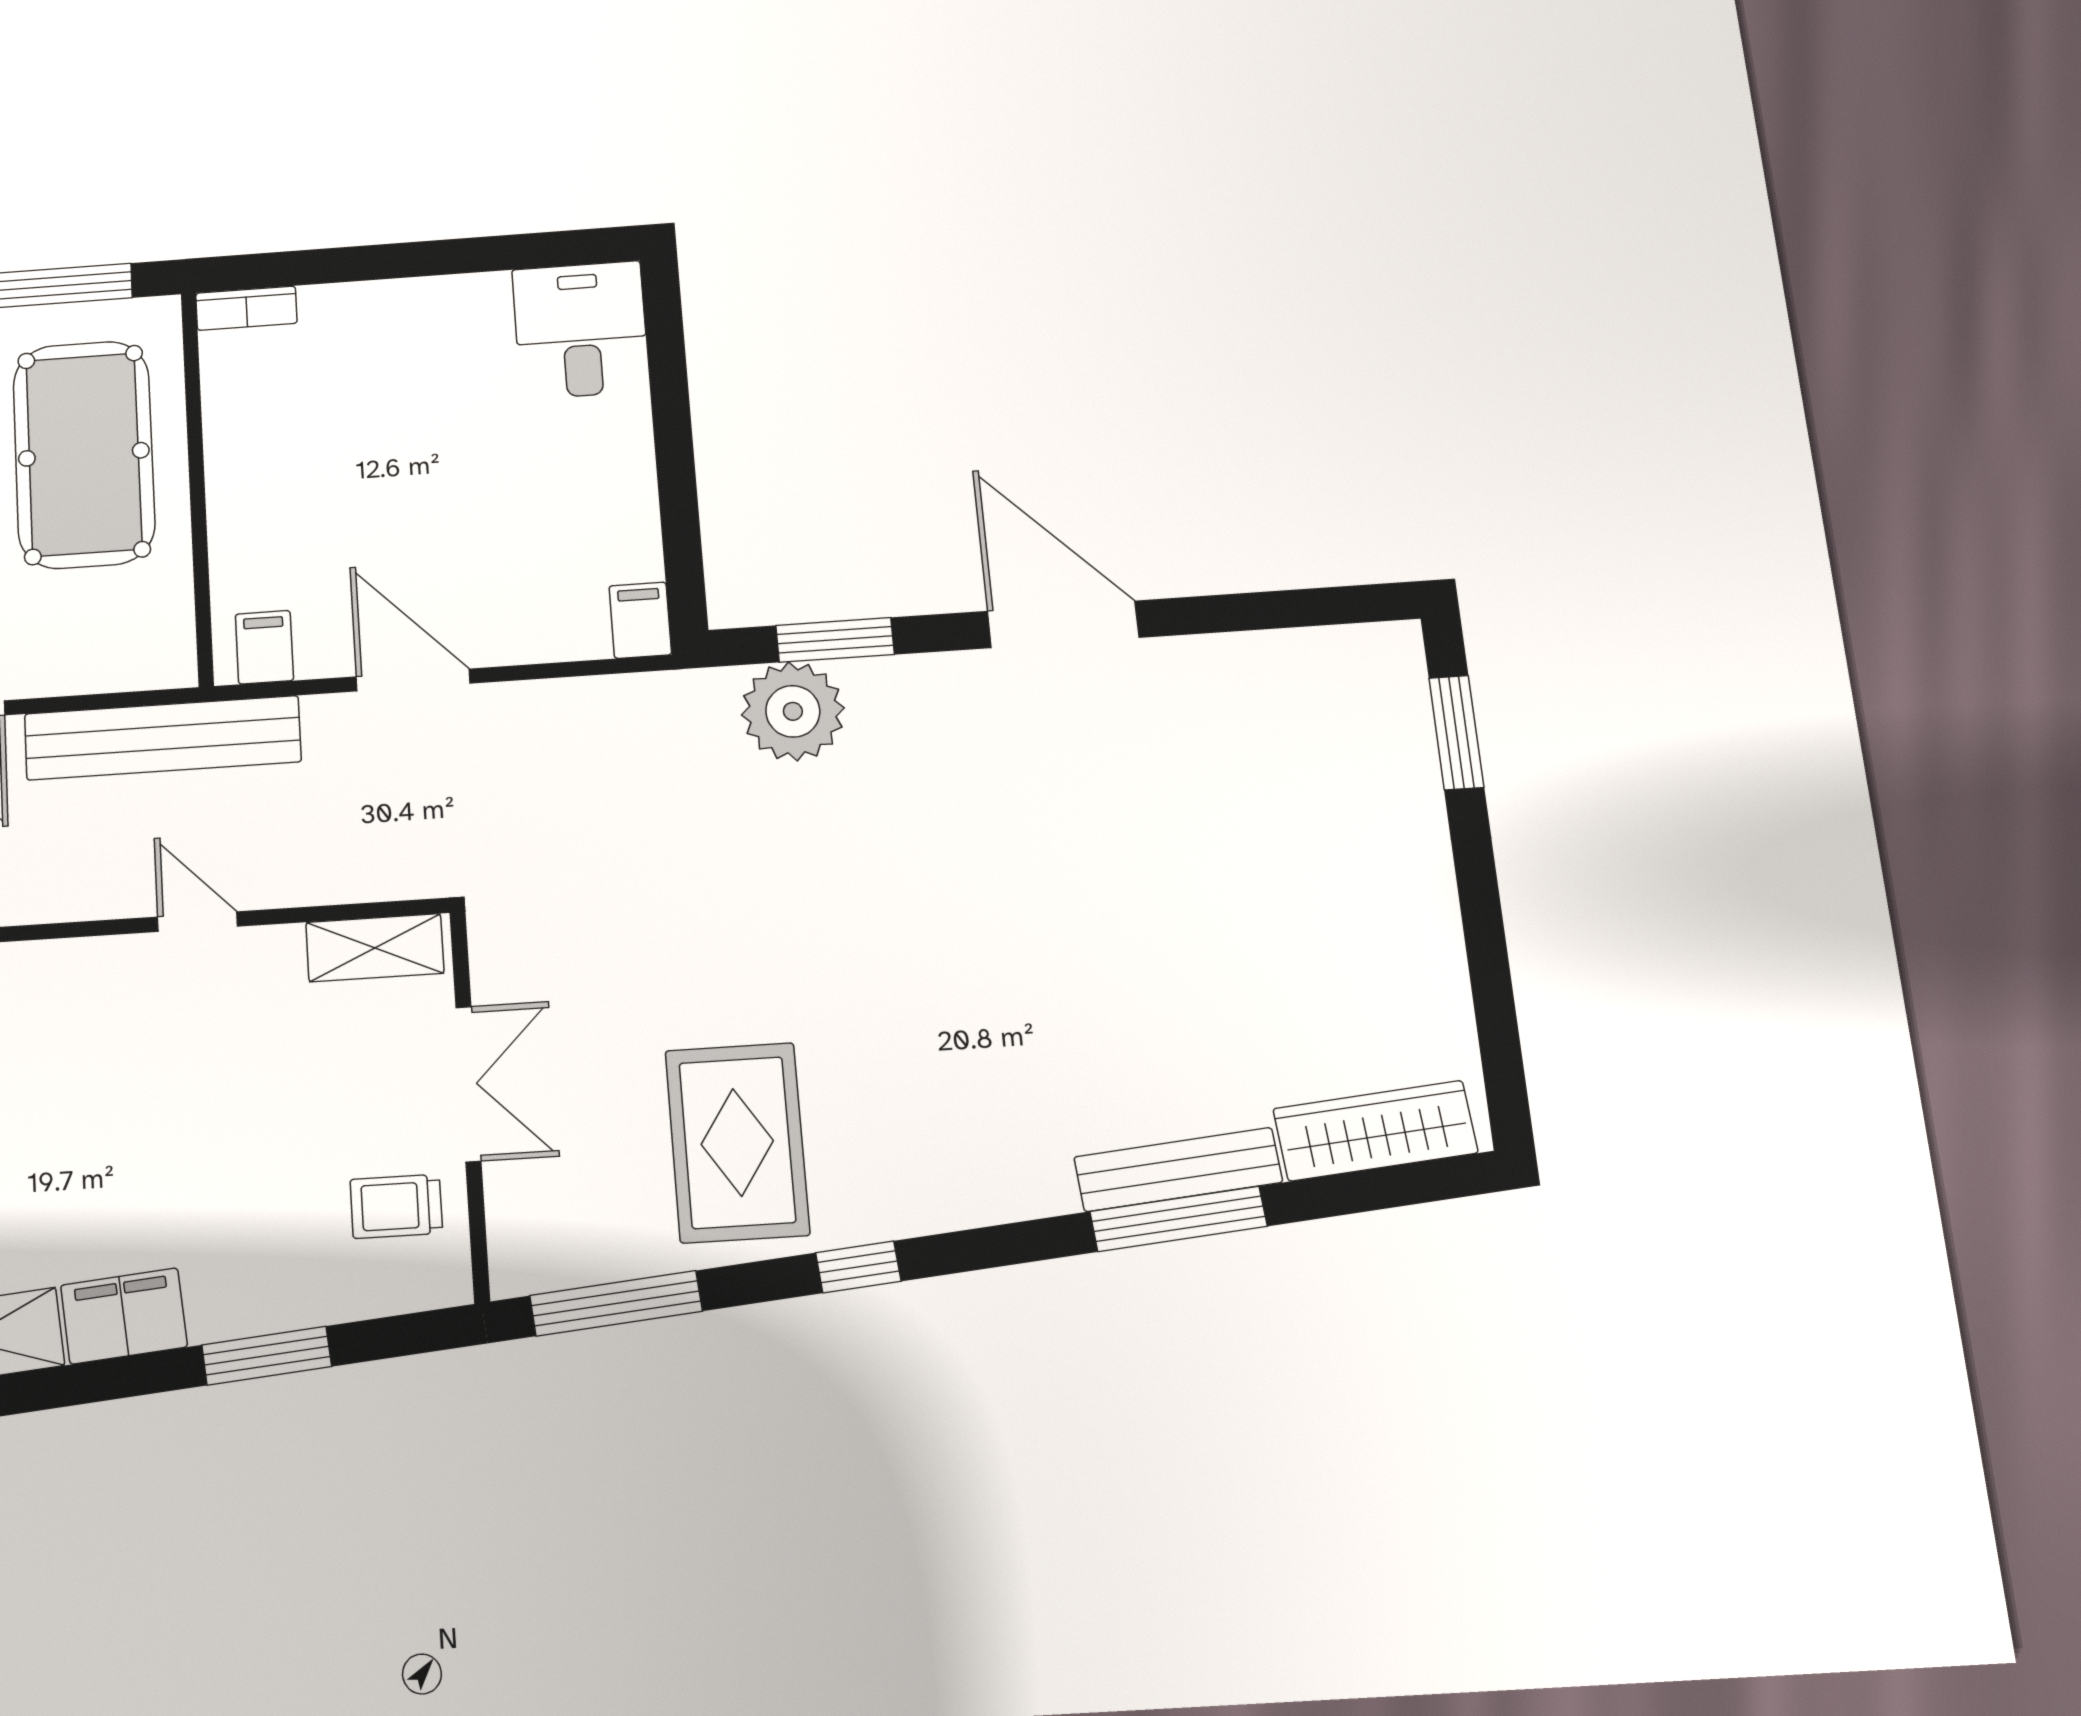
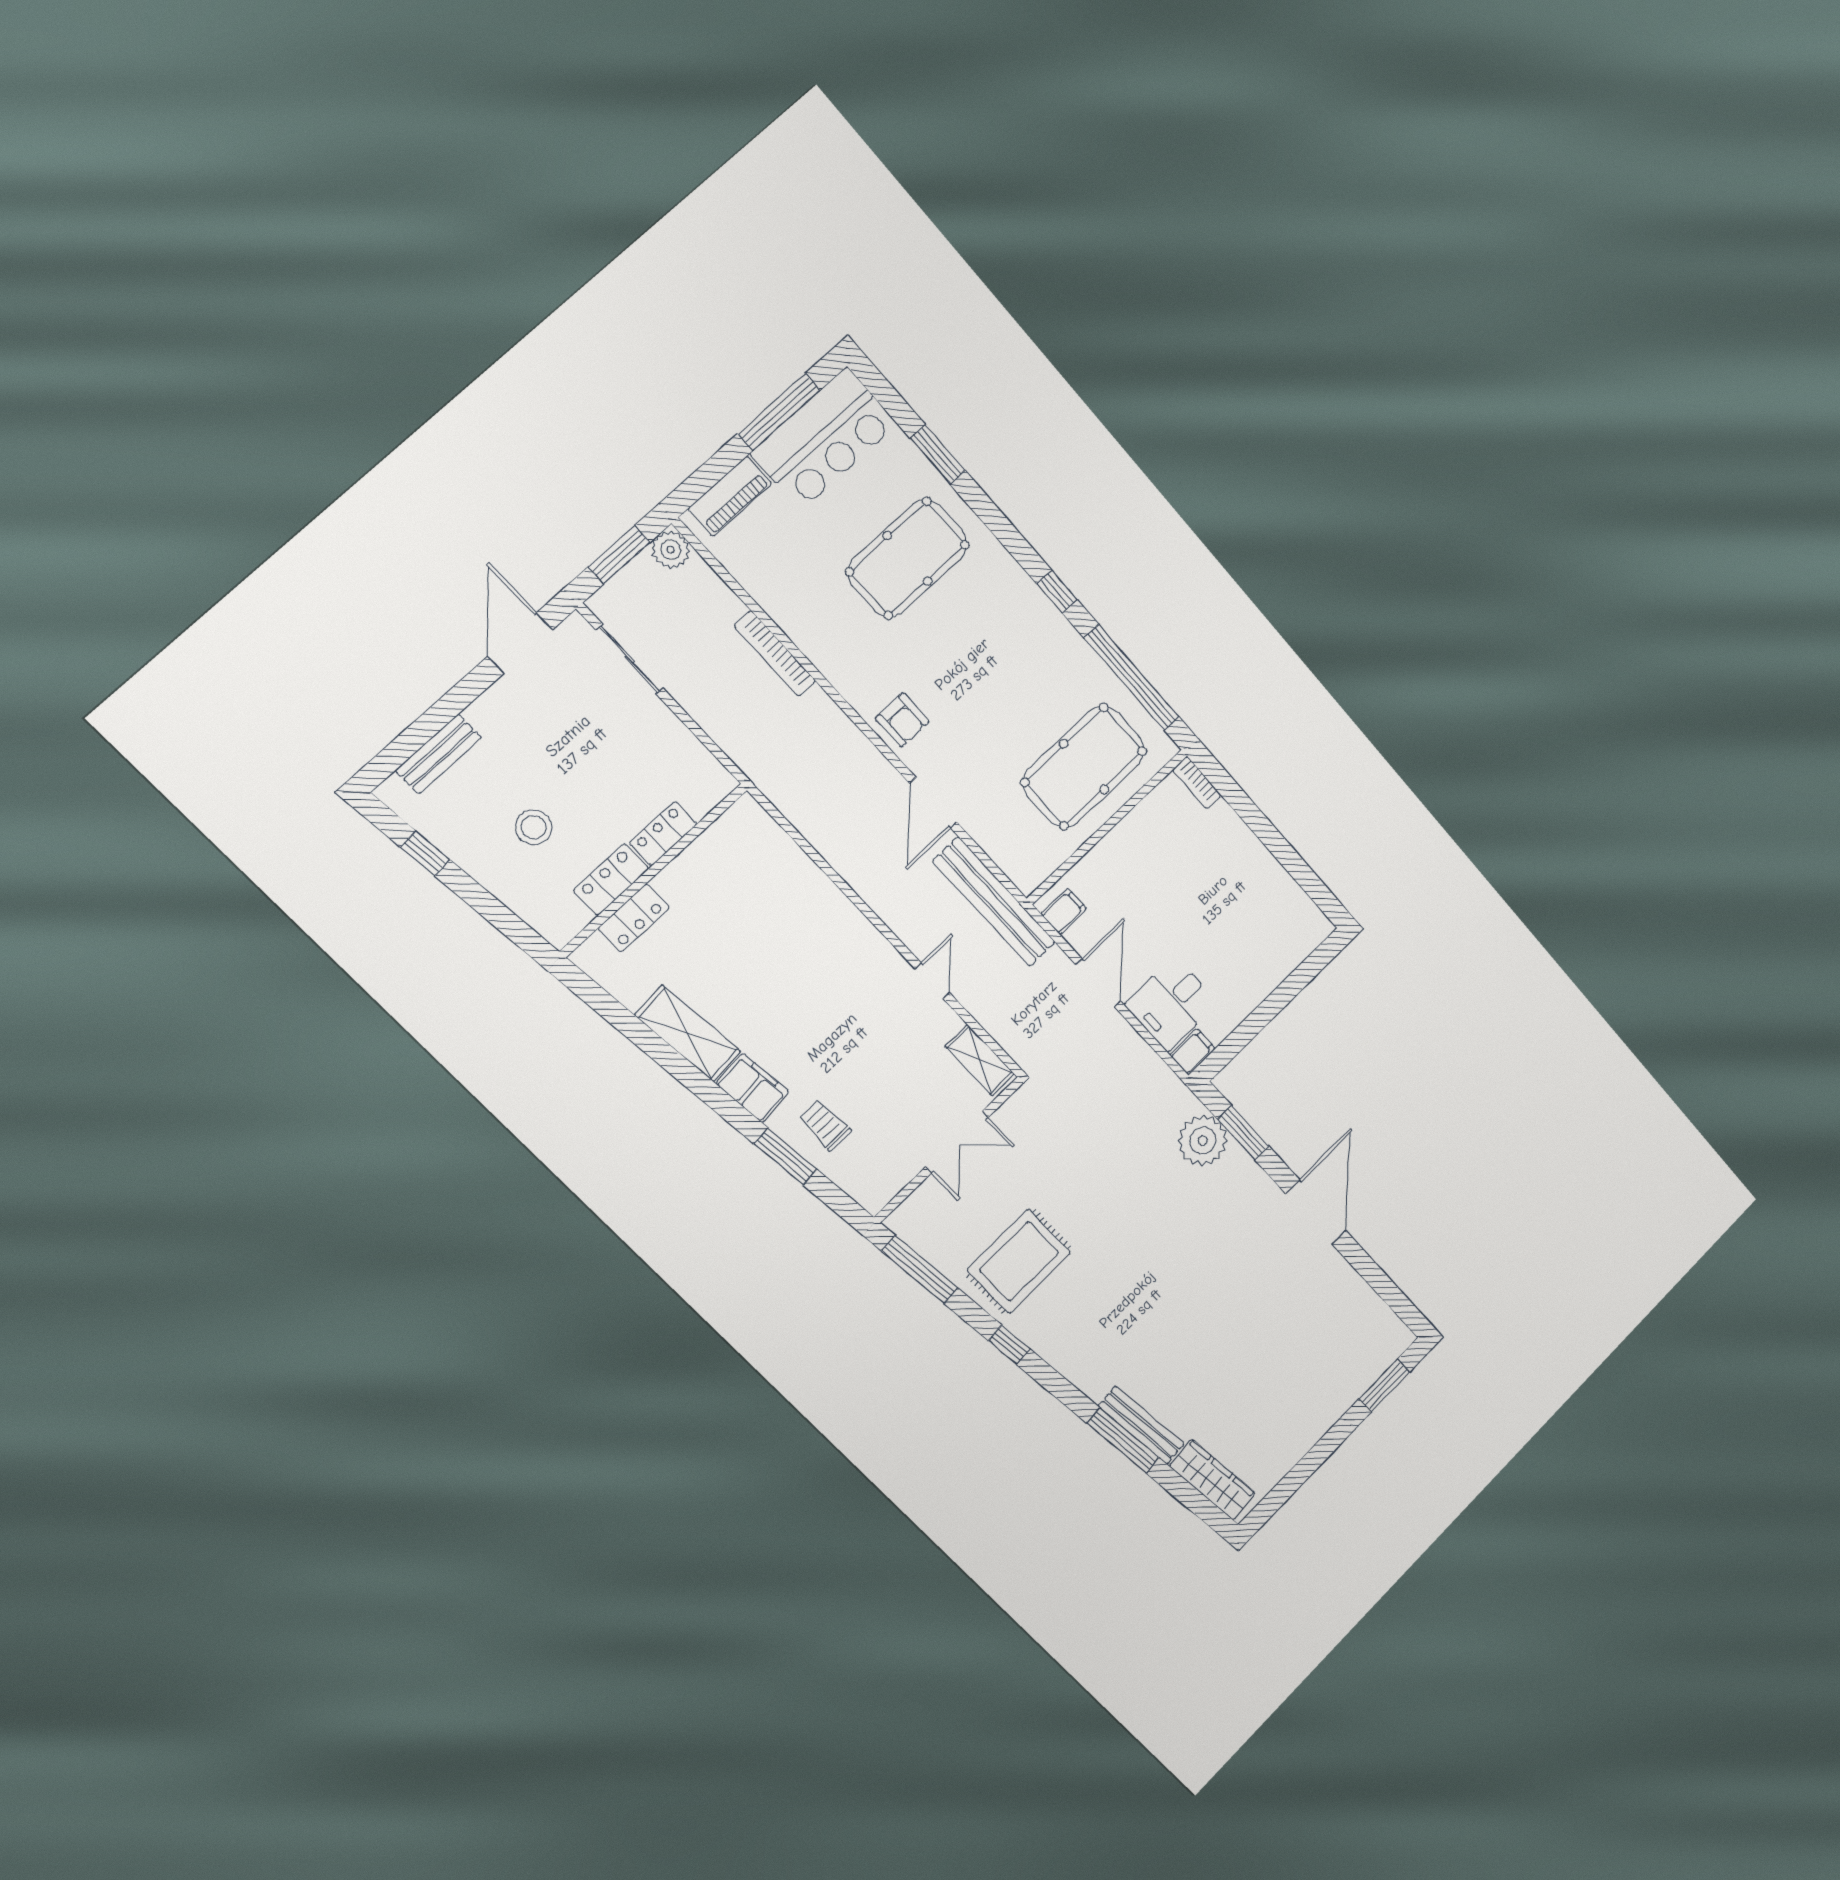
desk: (581, 330) -> (1171, 1004), moved, turned 180
trolley: (396, 1206) -> (825, 1125), moved

